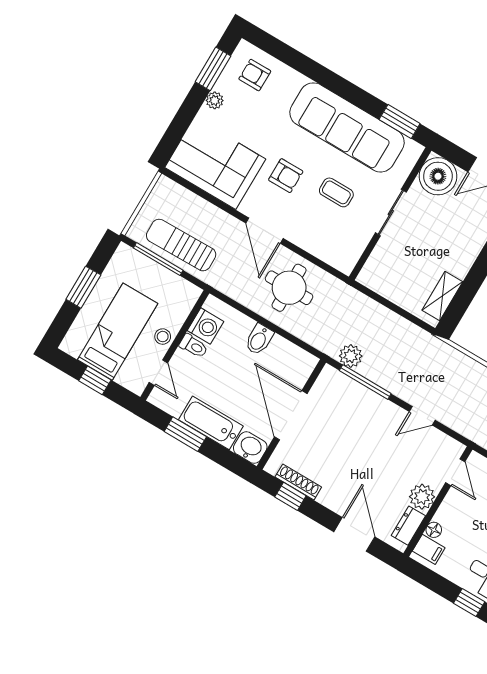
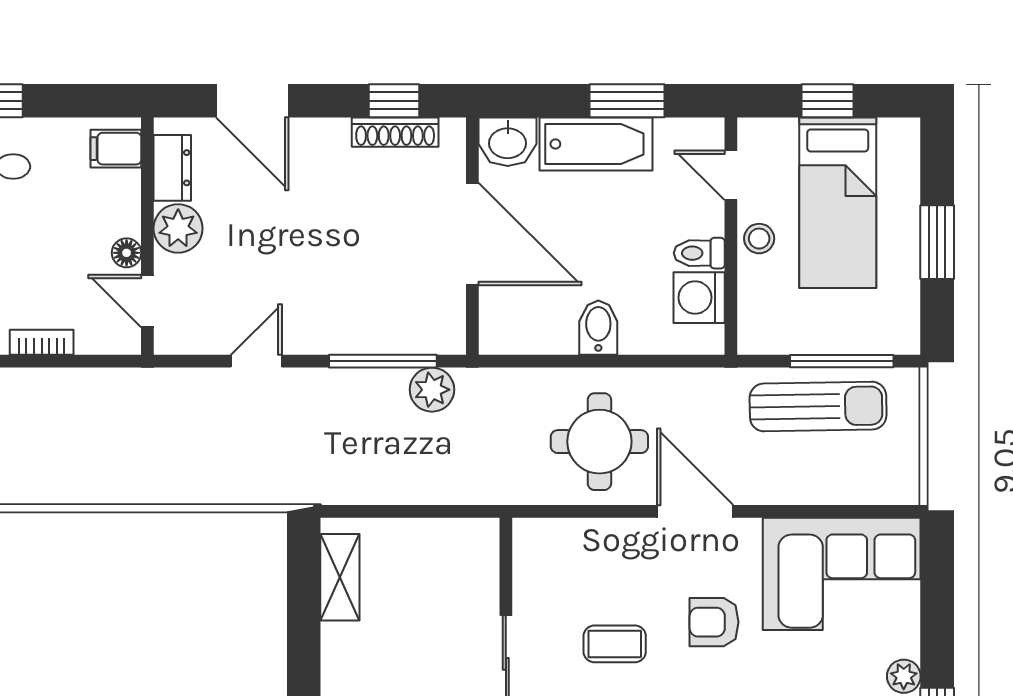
floor lamp: (434, 530) -> (127, 253), moved

